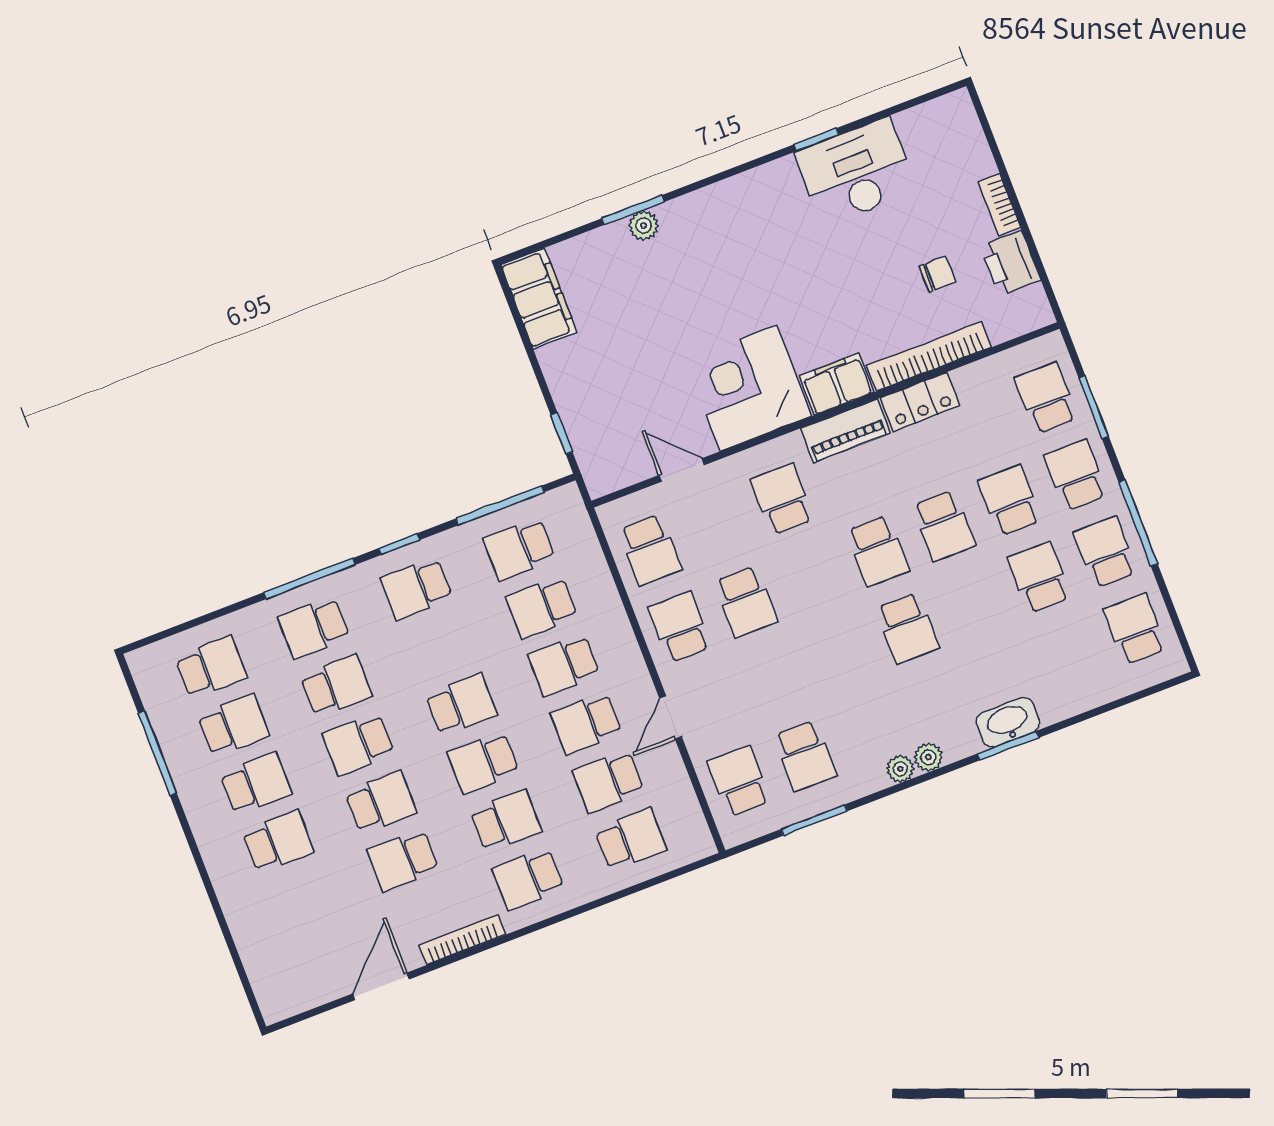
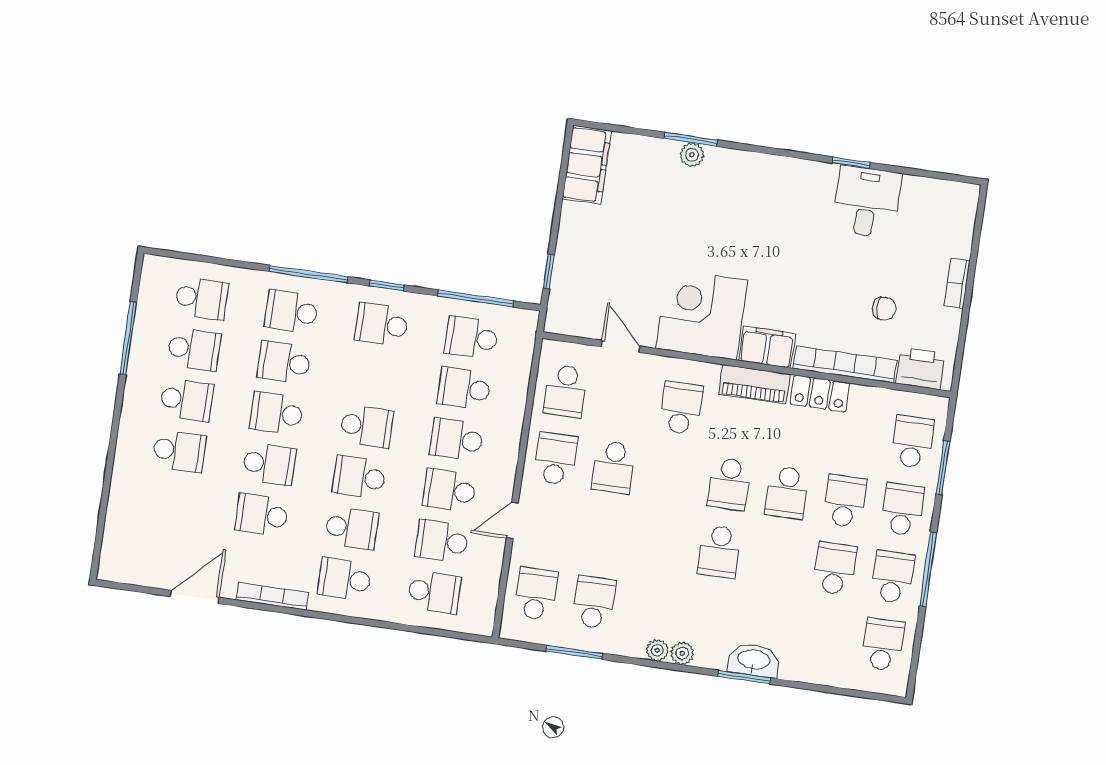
desk: (856, 172) -> (867, 202), width x0.73
printer: (1011, 263) -> (920, 369), moved, turned 90
school desk: (336, 686) -> (284, 362), turned 180
school desk: (805, 756) -> (594, 602), turned 180

